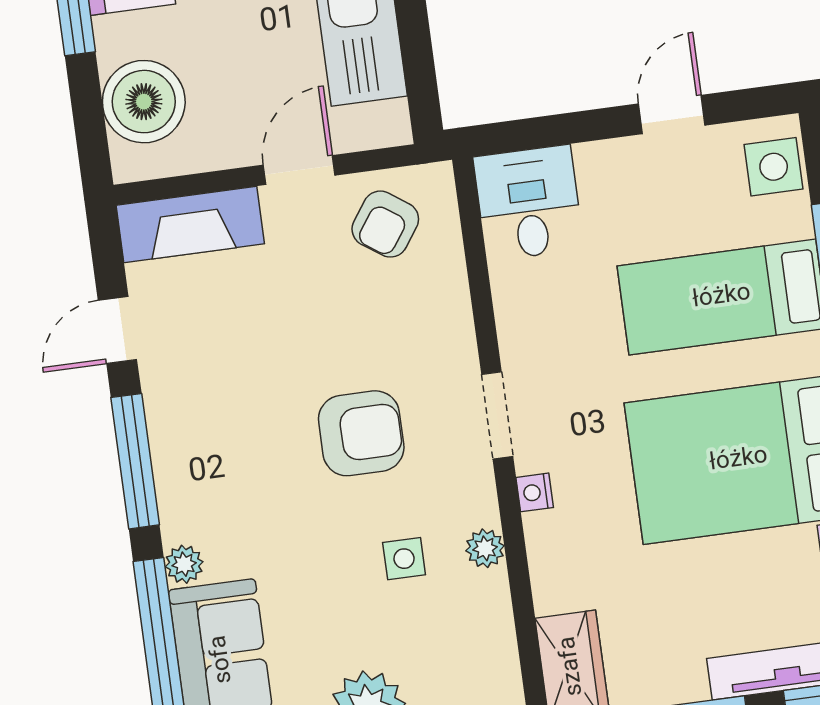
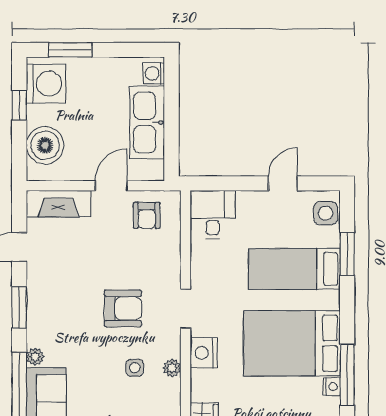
armchair: (385, 224) -> (147, 215), turned -35
window: (135, 461) -> (19, 307), width x0.69
nightstand: (535, 492) -> (204, 353), width x1.89, depth x1.79

